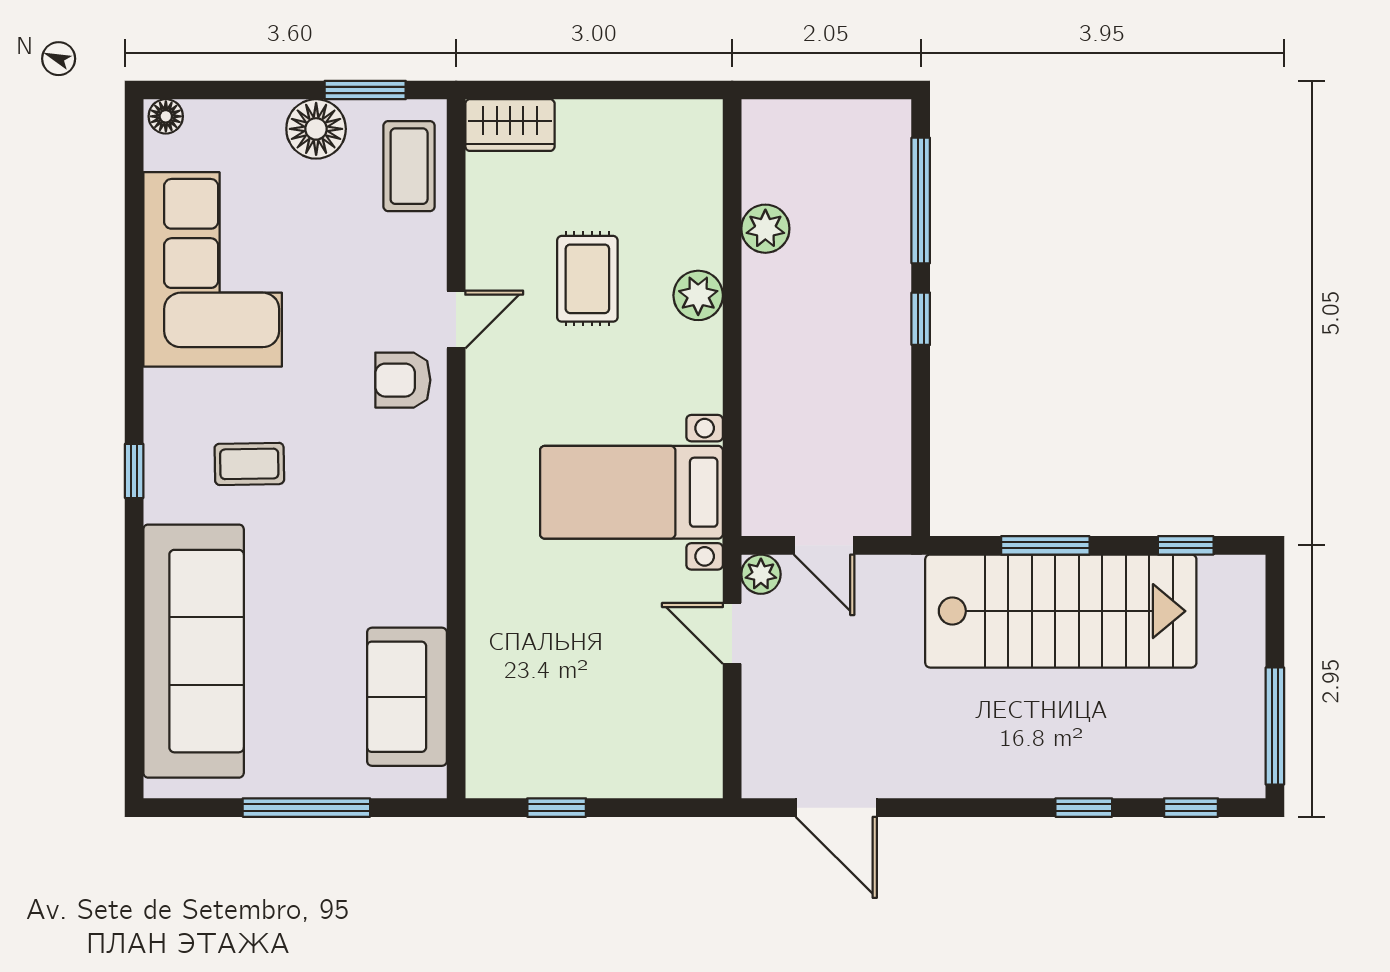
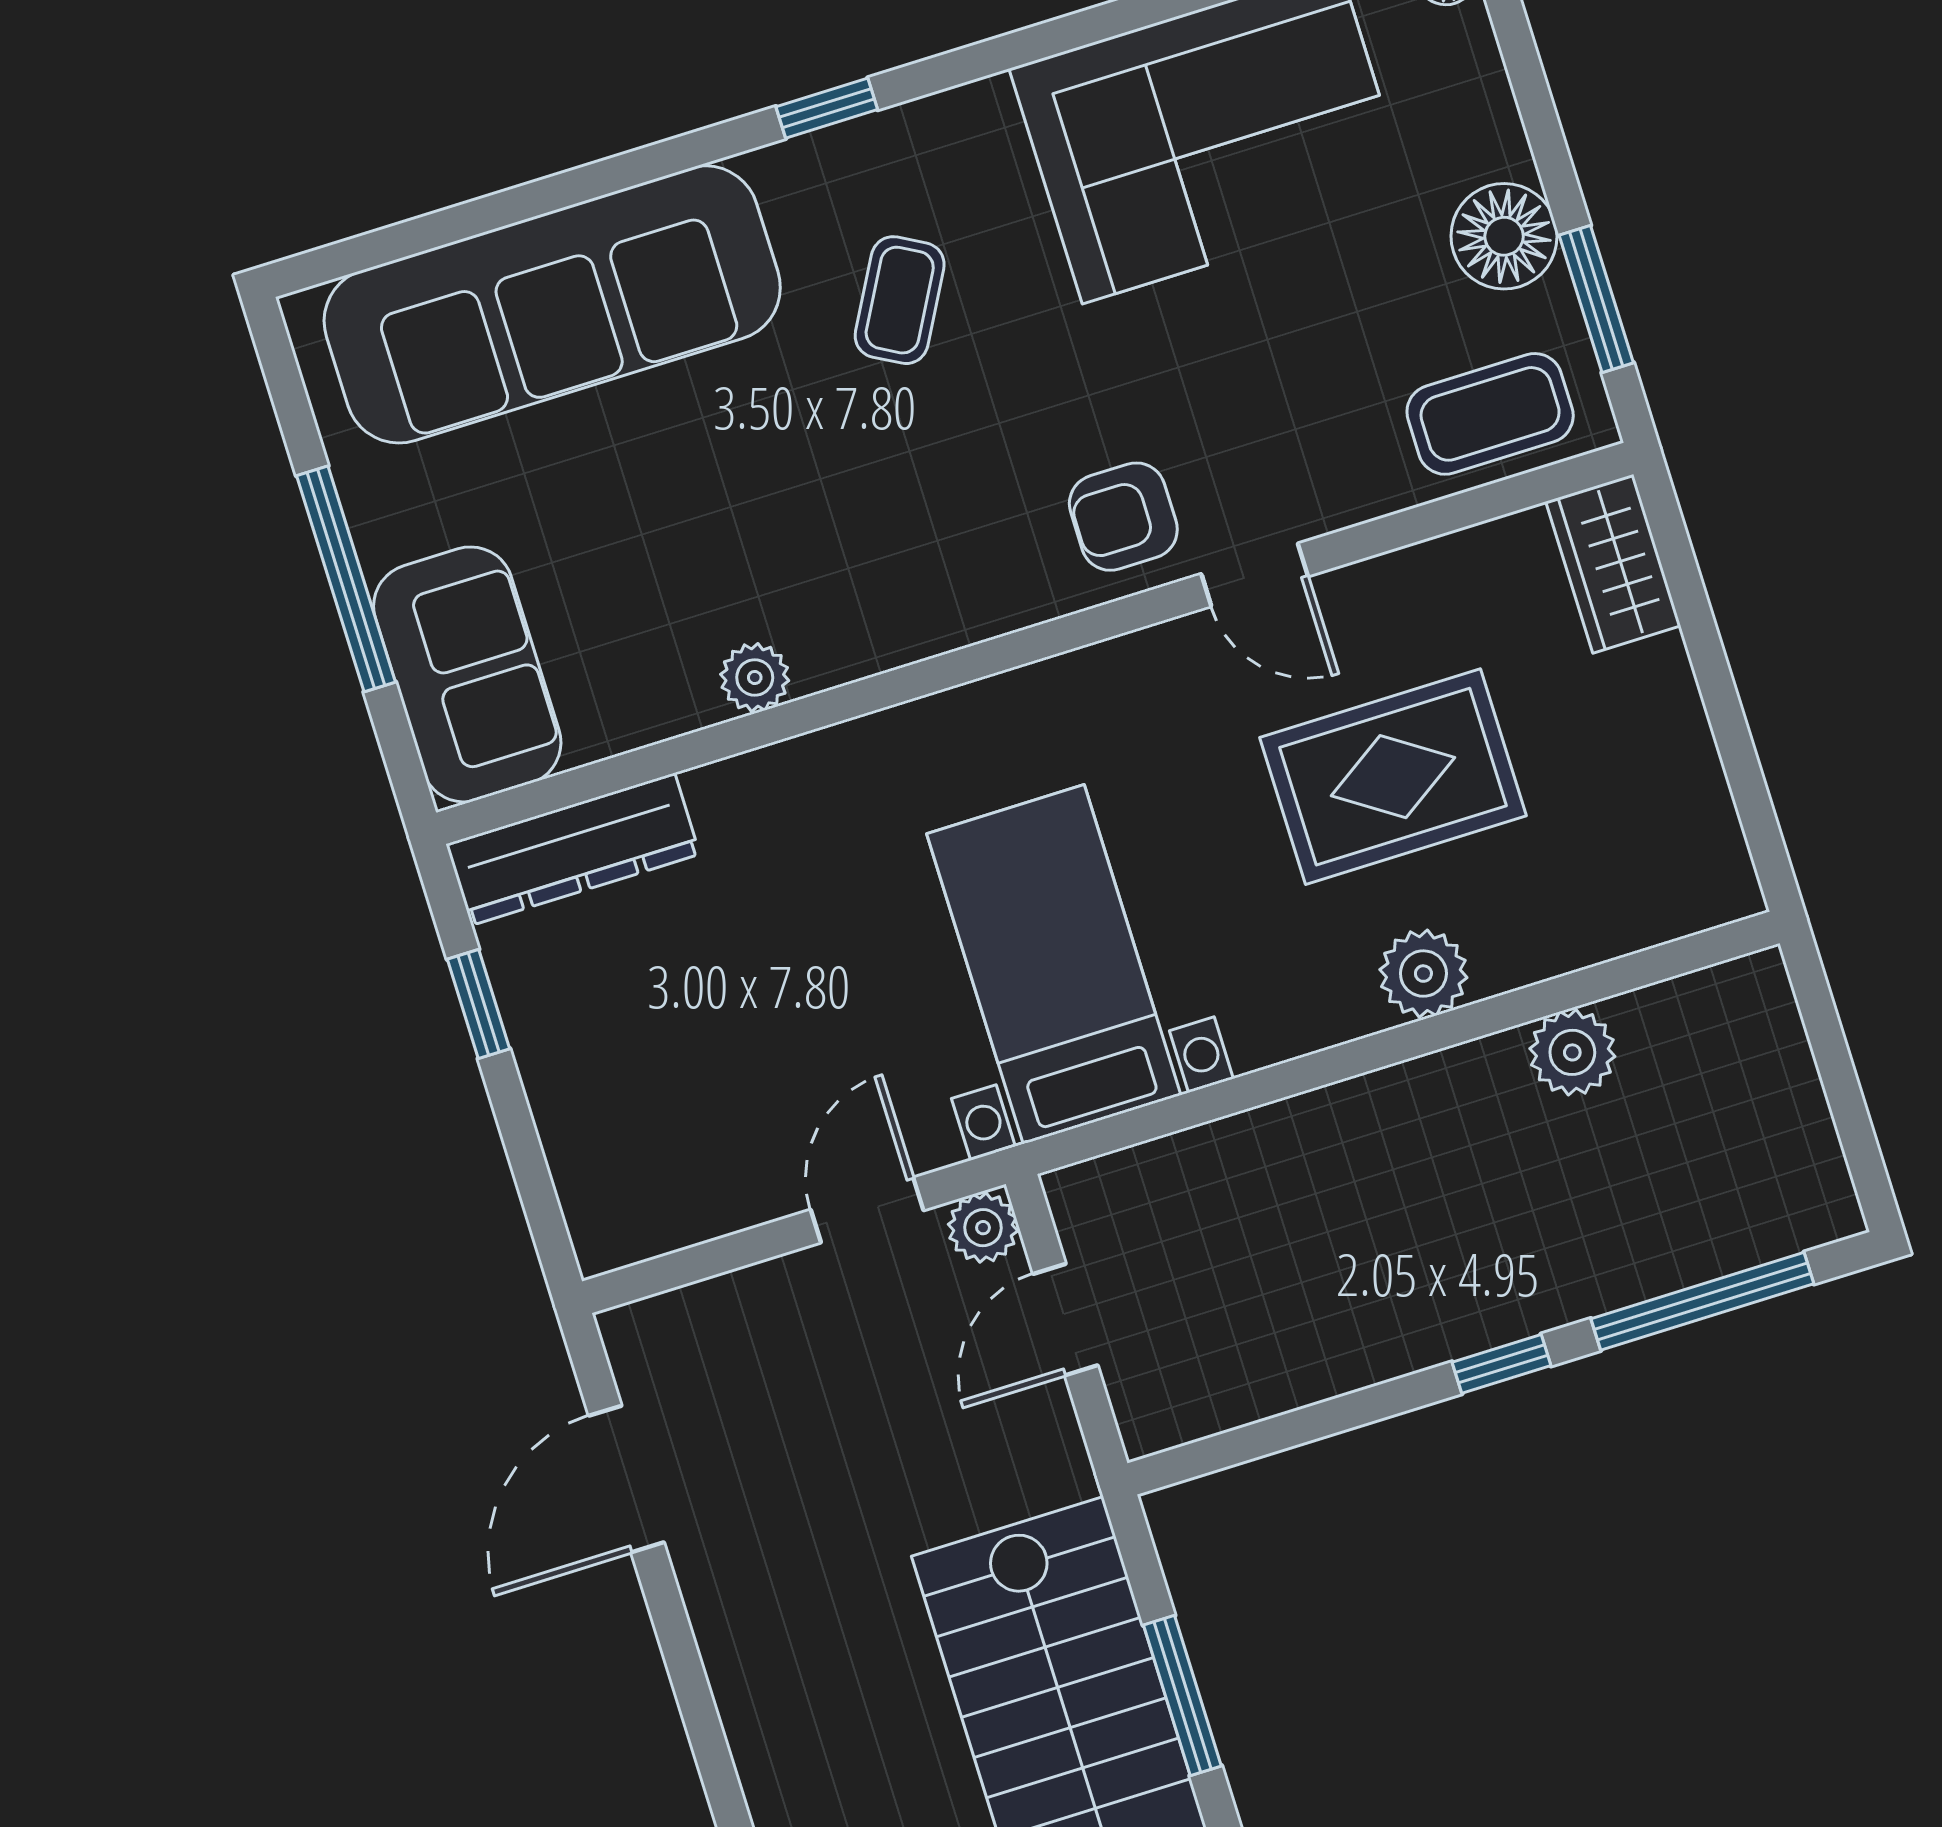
rug: (587, 279) -> (1393, 777), width x1.36, depth x1.43
armchair: (403, 380) -> (1123, 517), turned -90
coffee table: (249, 464) -> (900, 300), turned 30
plant: (428, 605) -> (755, 677), added
sofa: (407, 697) -> (467, 674), moved, turned 90
dresser: (489, 731) -> (573, 849), added

